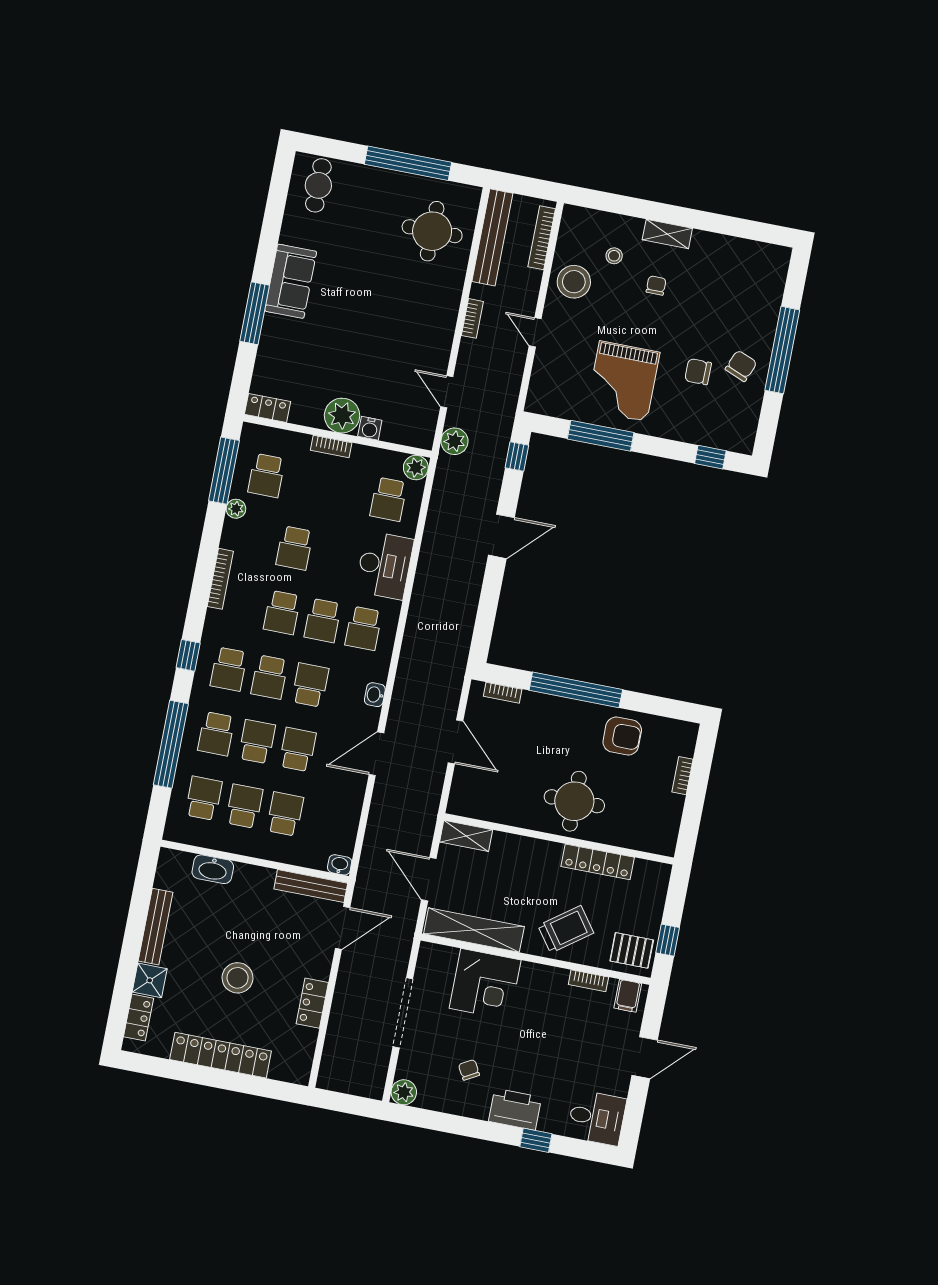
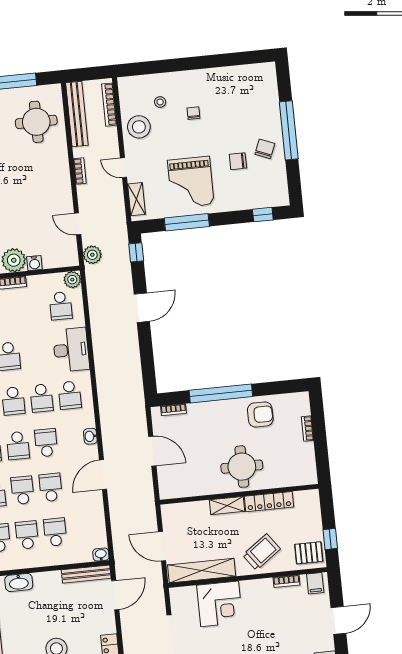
shelving: (667, 234) -> (136, 199), moved, turned 90
shelving: (466, 836) -> (227, 506), moved

